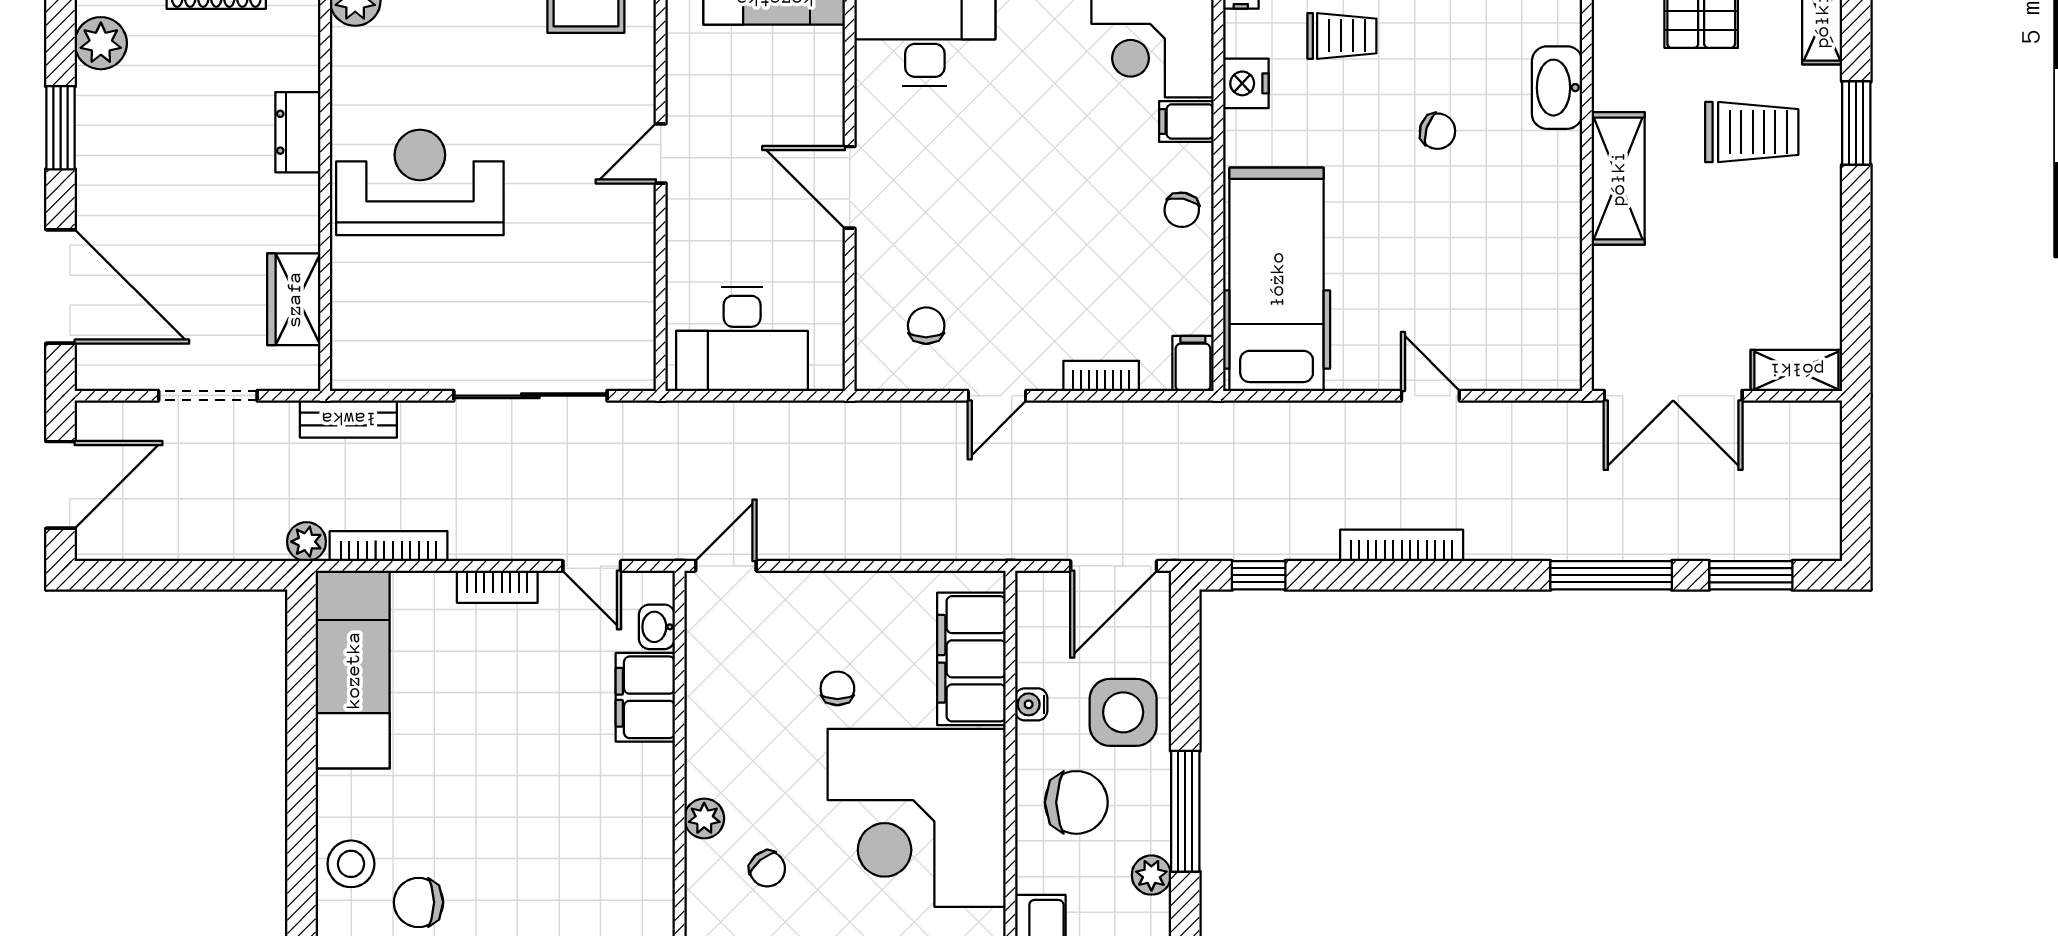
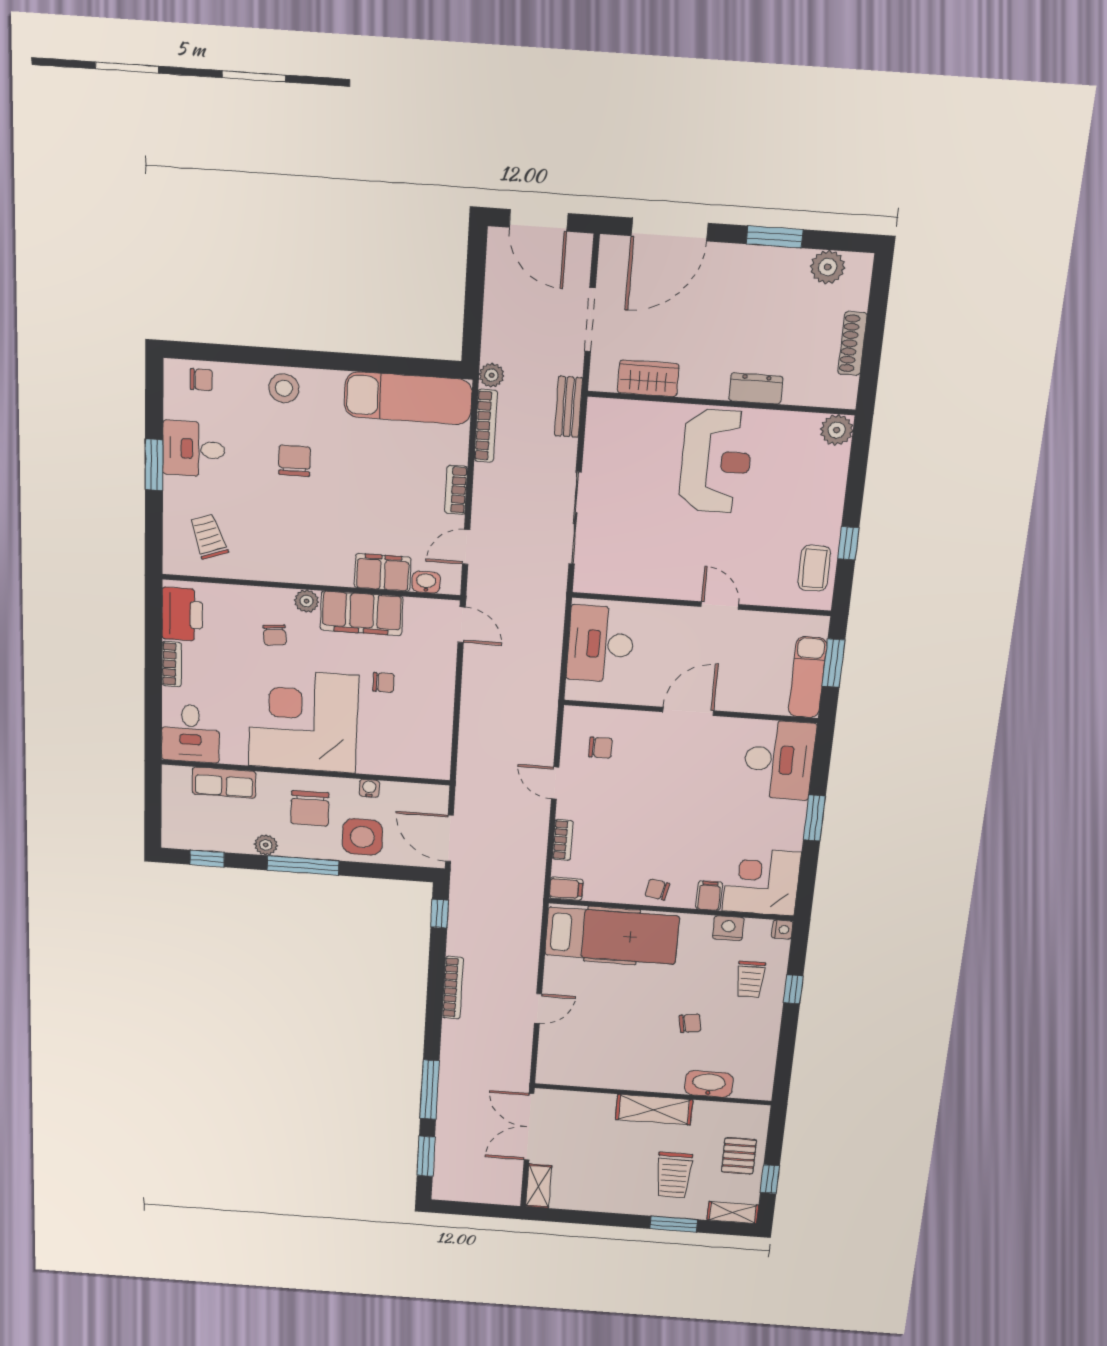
chair: (1438, 131) -> (690, 1023), turned -117
filing cabinet: (971, 659) -> (362, 613), moved, turned 180
chair: (767, 869) -> (275, 635), turned -55
chair: (418, 902) -> (294, 461), moved

